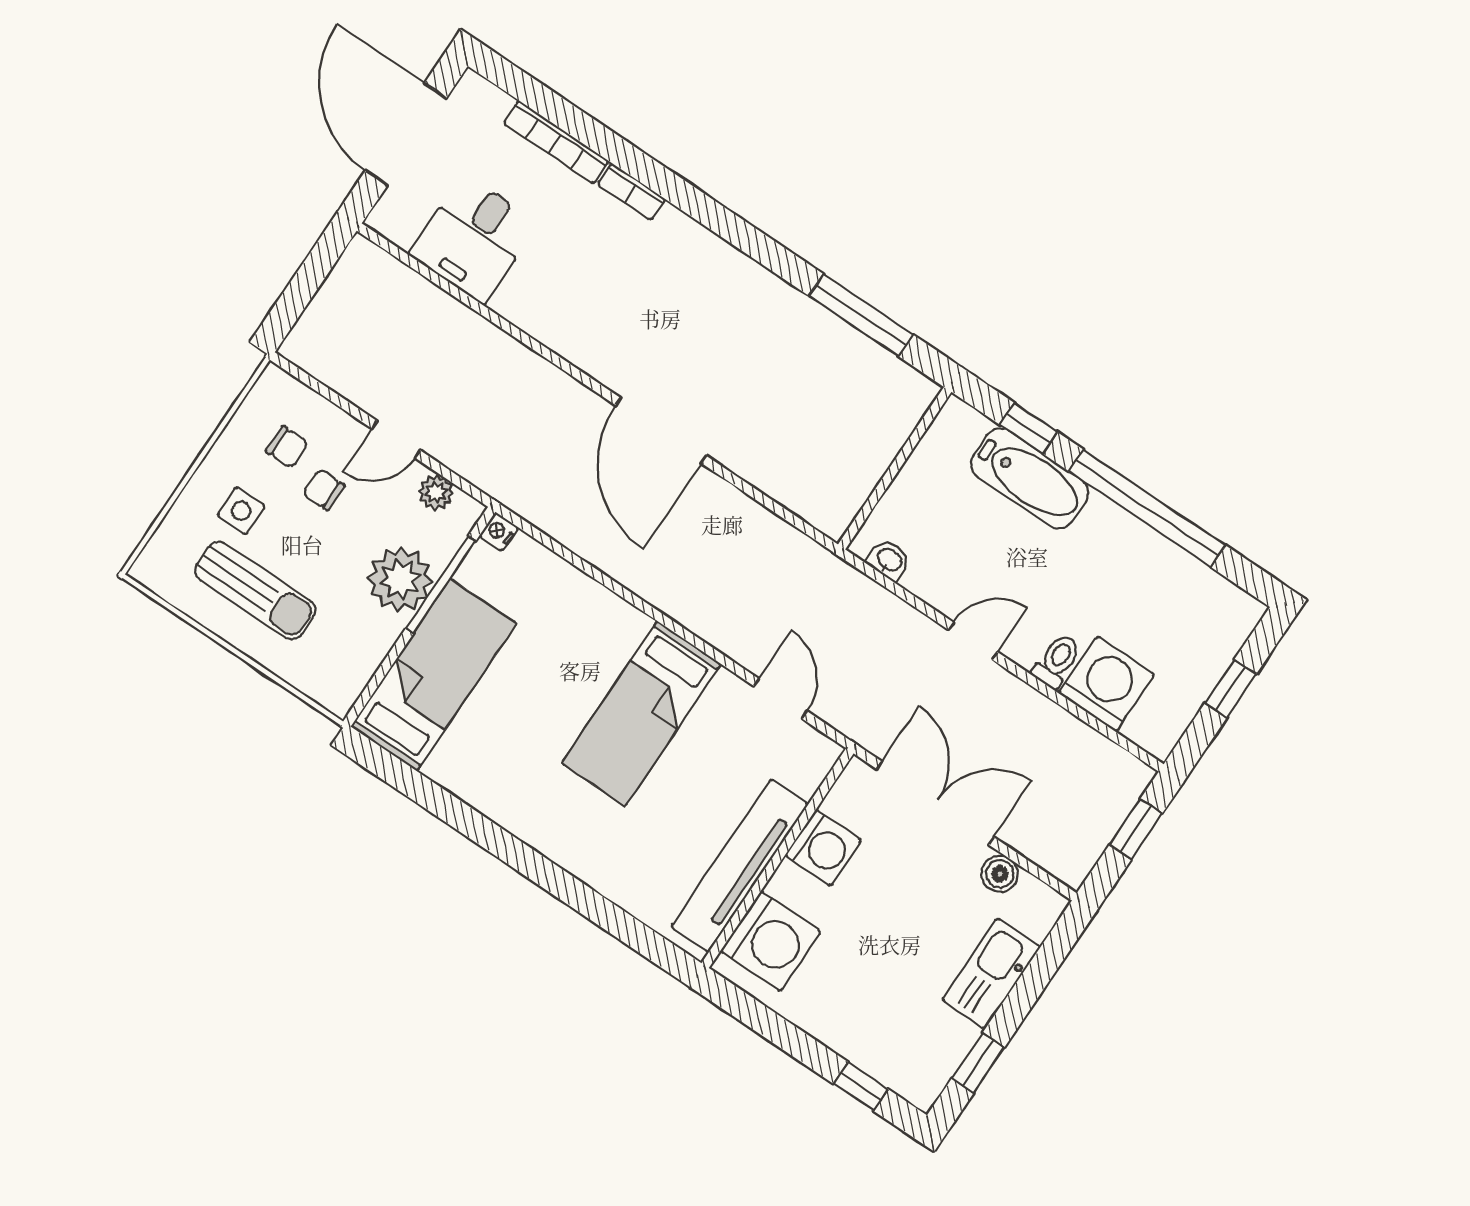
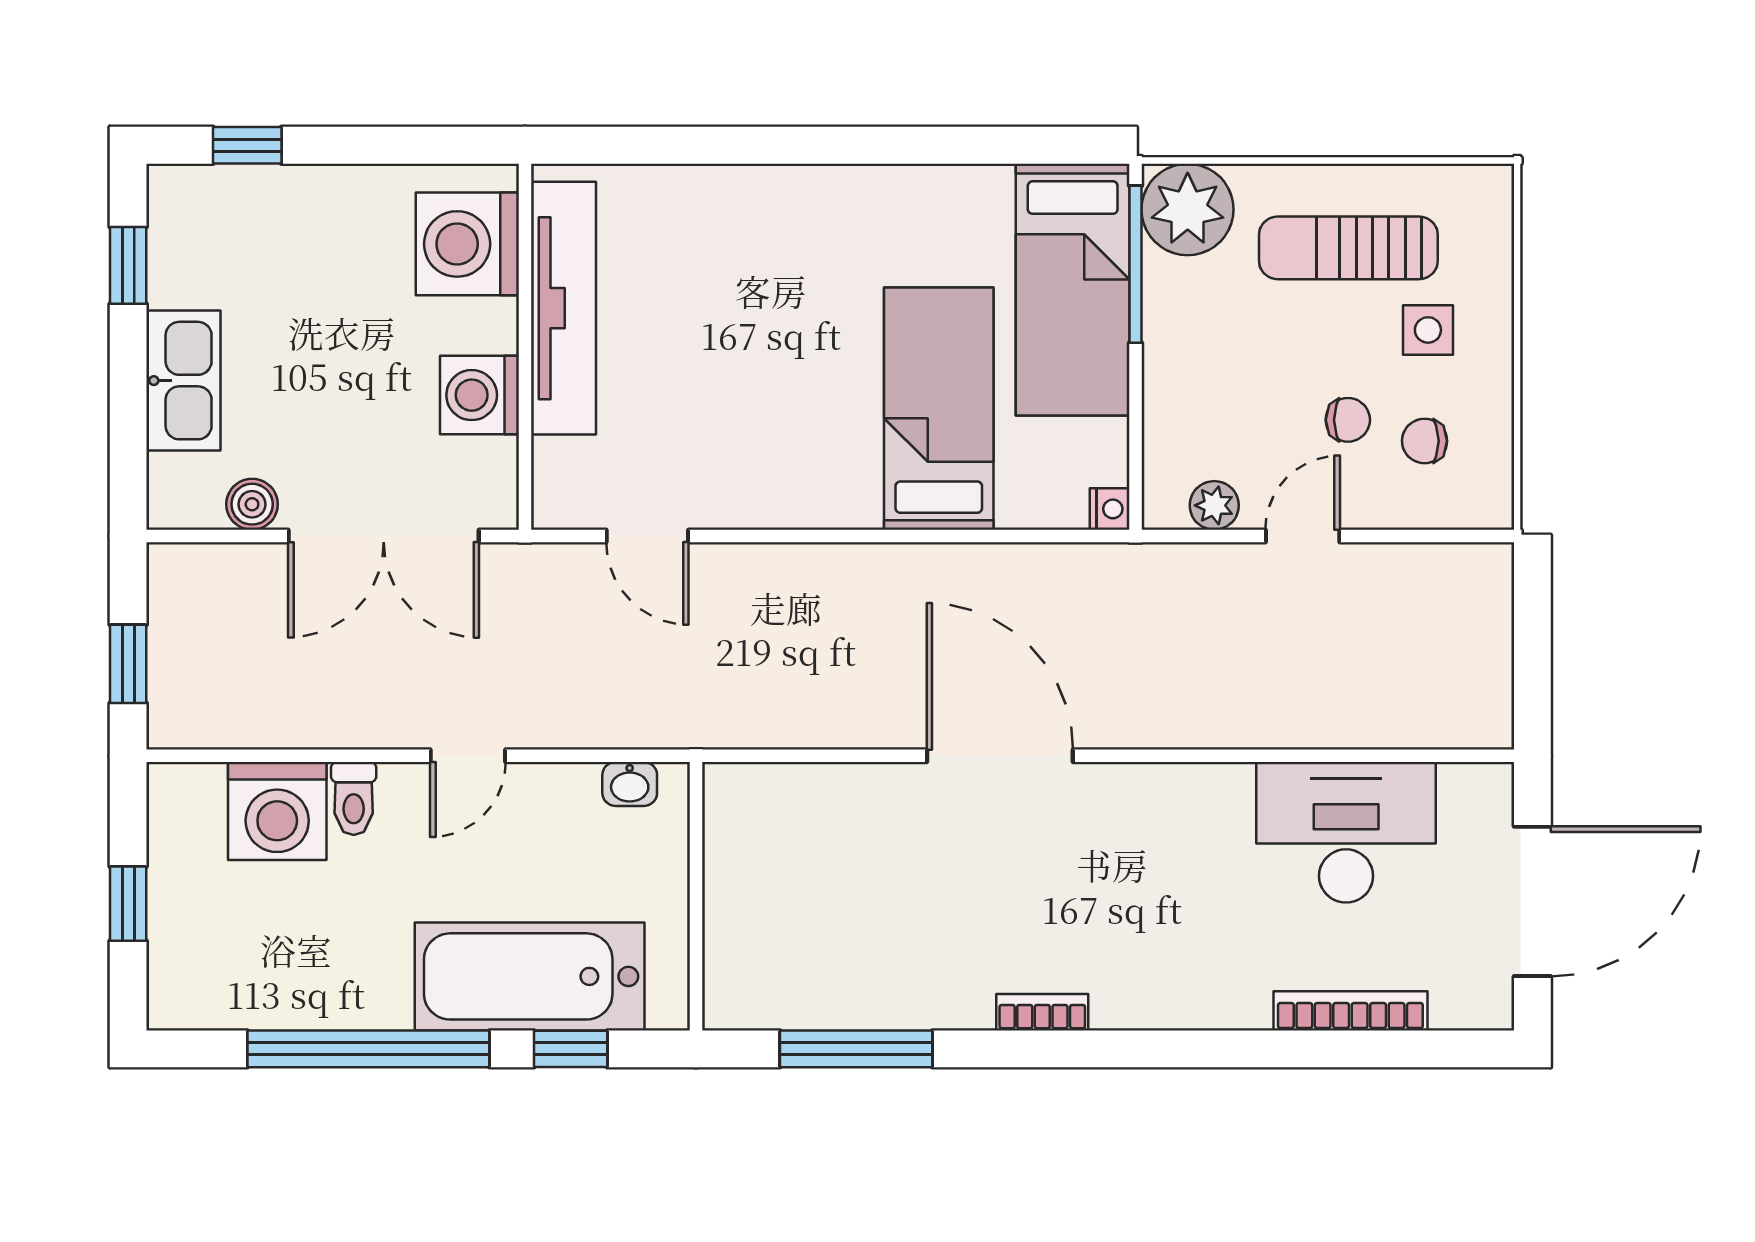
door: (406, 134) -> (1532, 901), hinge flipped
bookcase: (631, 192) -> (1042, 1012), moved
desk: (474, 239) -> (1346, 832), width x1.37
bathtub: (1030, 478) -> (530, 976), width x1.36, depth x1.36
plant: (400, 579) -> (1188, 209), moved
window: (441, 584) -> (1136, 264), moved
bed: (641, 714) -> (939, 409), moved

